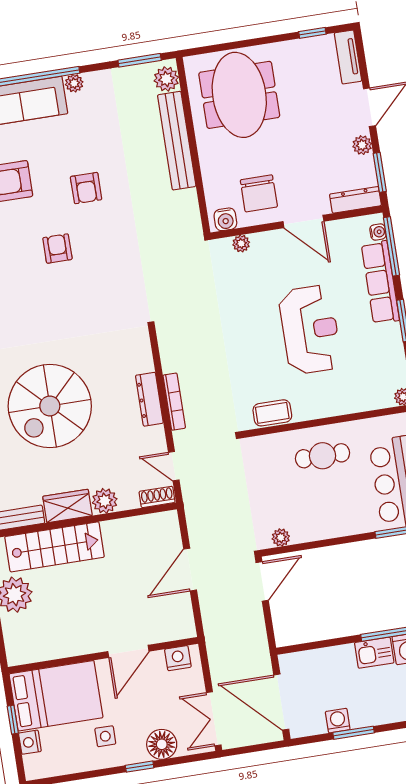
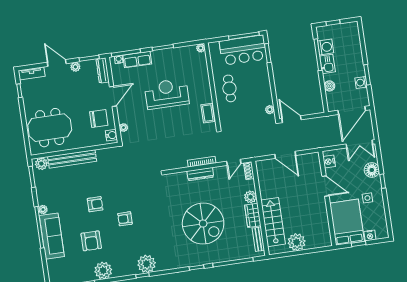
row of seats: (380, 282) -> (137, 60), width x0.68
boiler: (330, 657) -> (329, 86), added

